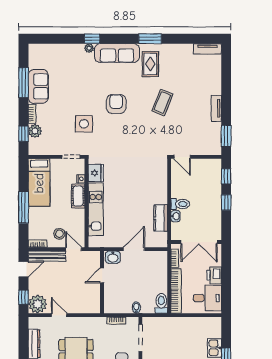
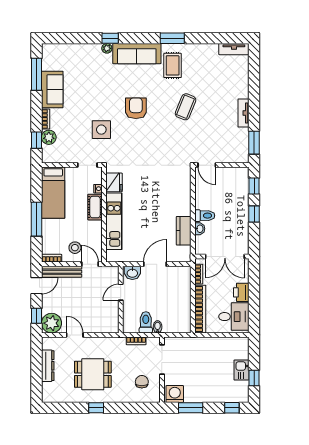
window: (24, 83) -> (36, 74), moved
toilet: (161, 303) -> (146, 322), moved

